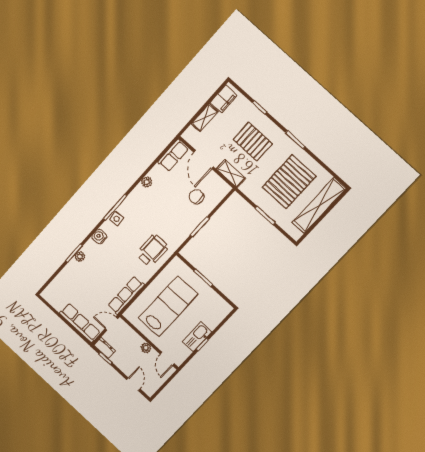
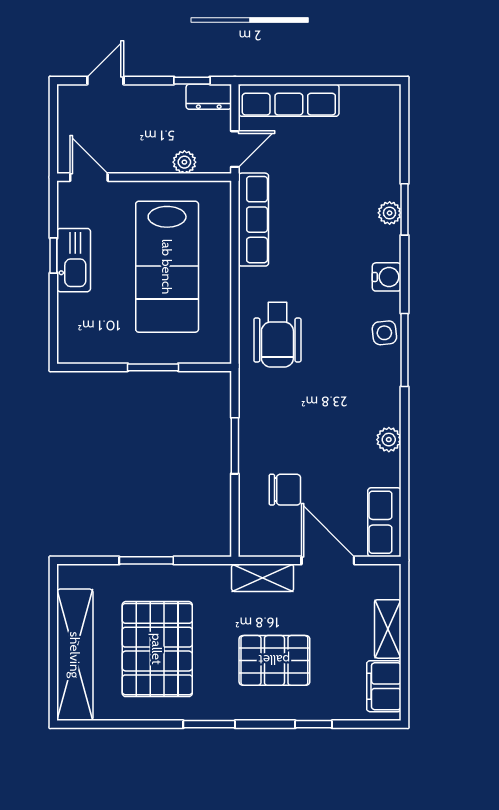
plant: (146, 348) -> (184, 162), moved
door: (133, 384) -> (105, 81), swing flipped

